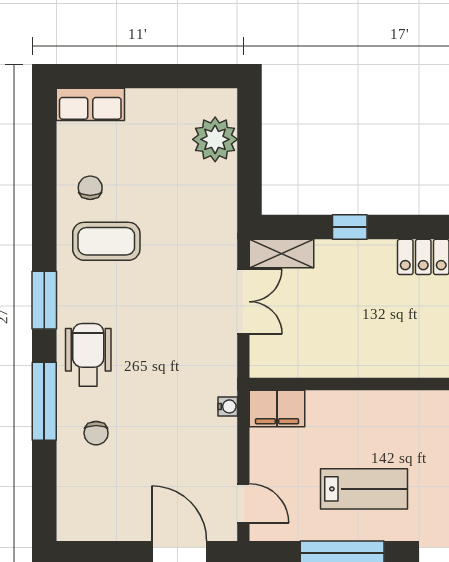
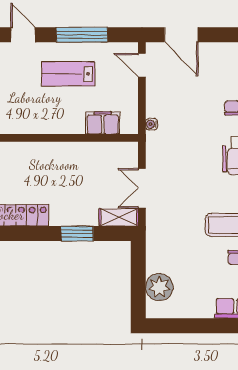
window: (350, 227) -> (77, 234), width x1.50
filing cabinet: (277, 408) -> (103, 123), moved

